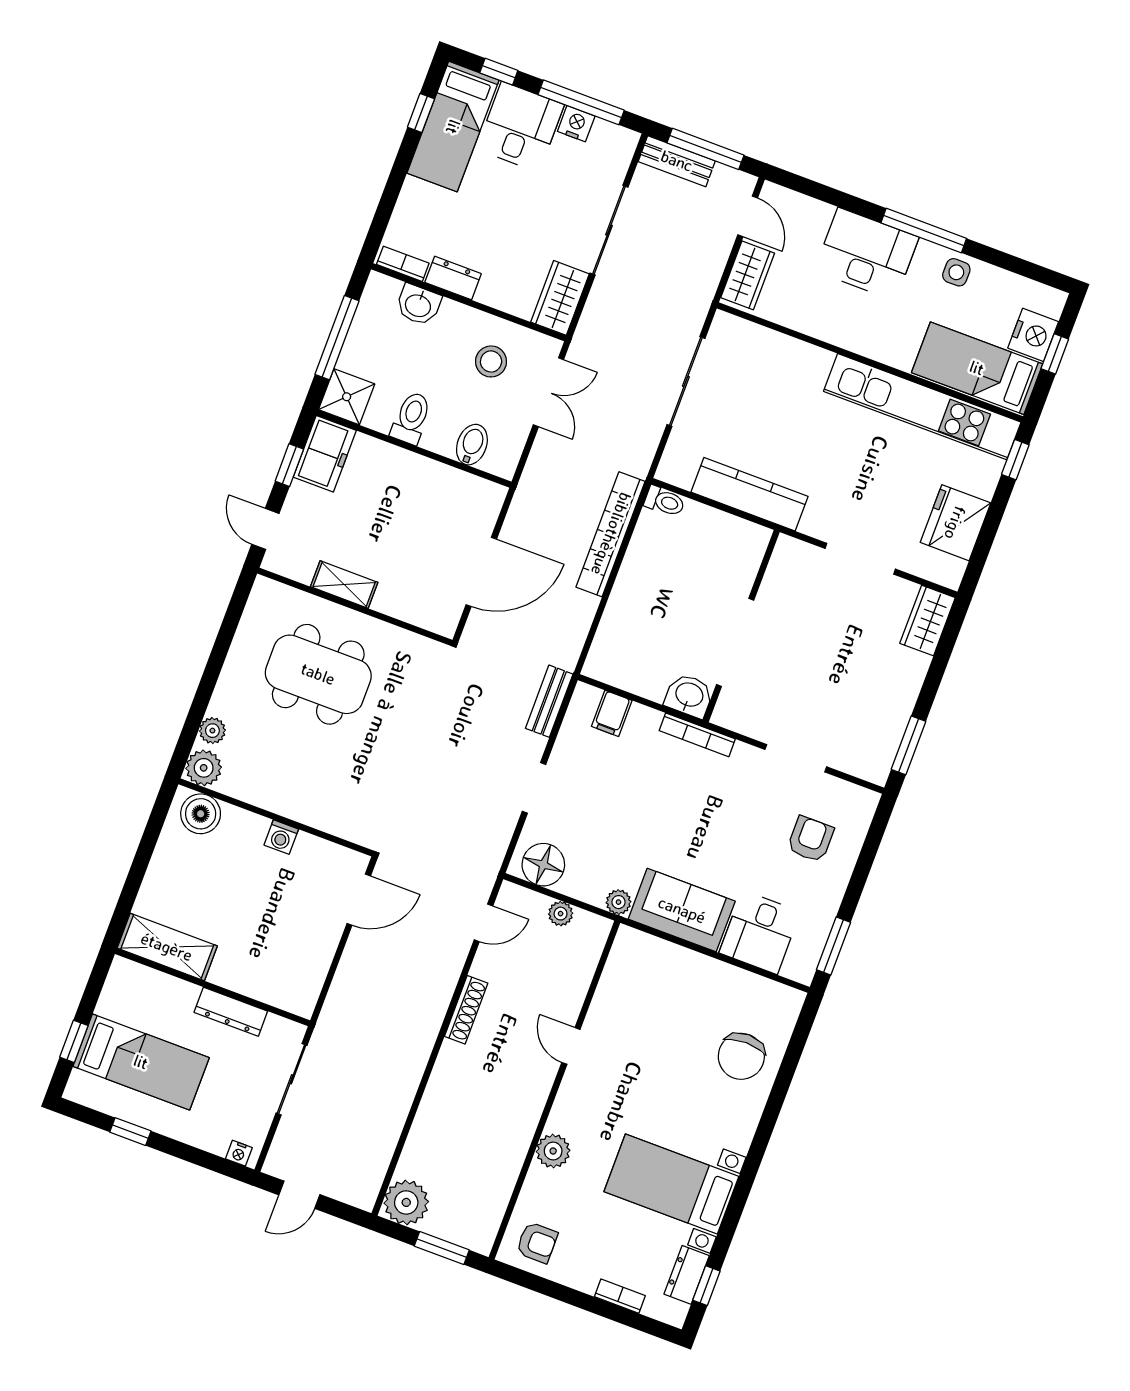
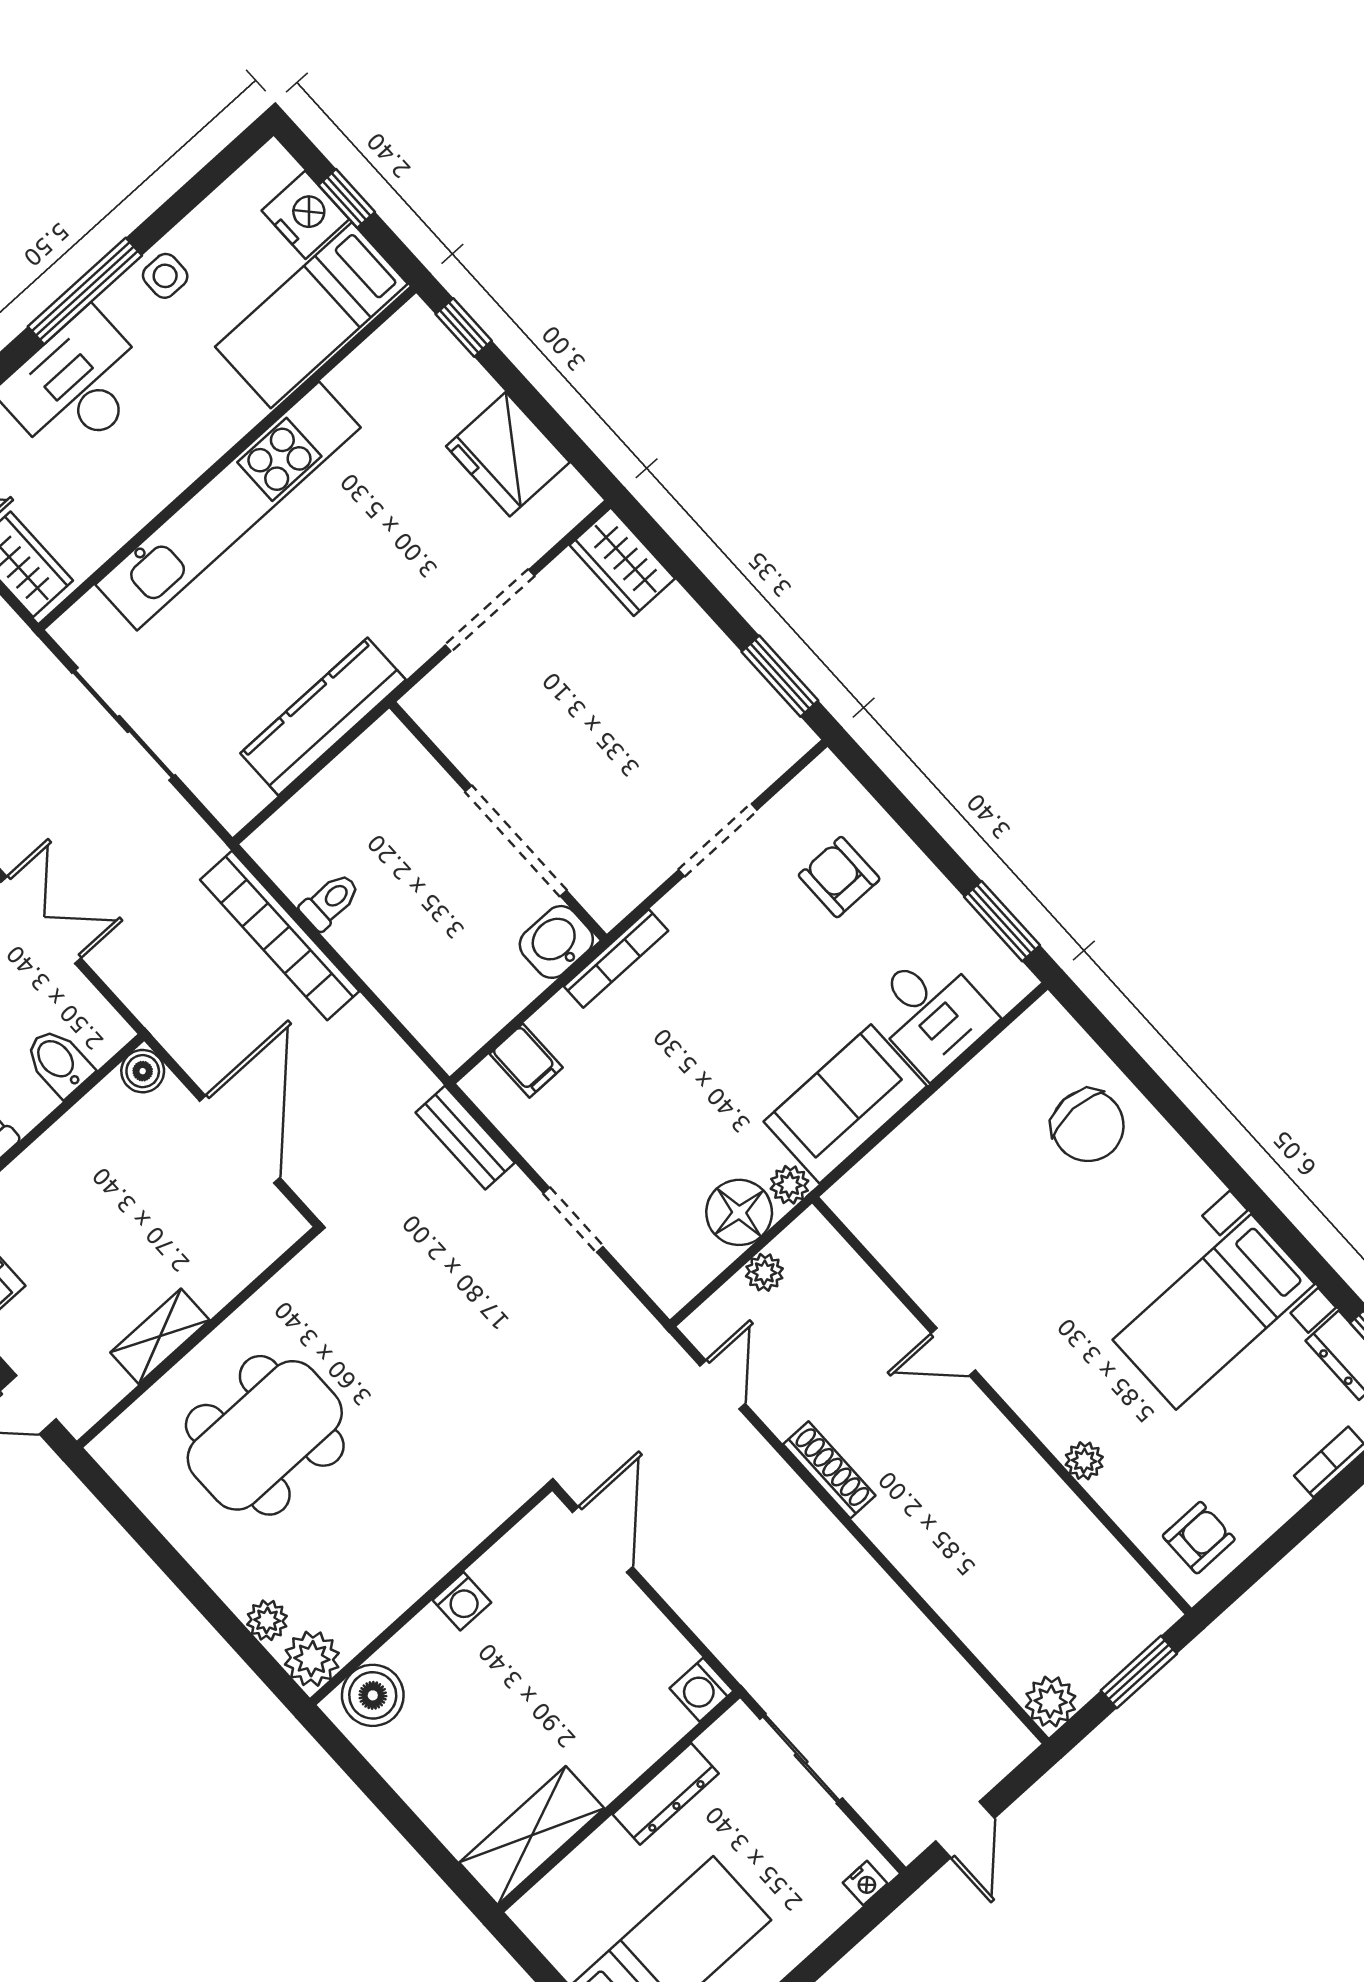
kitchen unit: (922, 407) -> (228, 506), moved
boiler: (492, 496) -> (143, 1071), added
toilet: (665, 501) -> (330, 901), moved
floor lamp: (543, 865) -> (739, 1212), moved
washing machine: (302, 1001) -> (701, 1690), added
plant: (553, 1151) -> (1084, 1461), width x0.73, depth x0.73
plant: (406, 1202) -> (1051, 1702), width x0.73, depth x0.73

